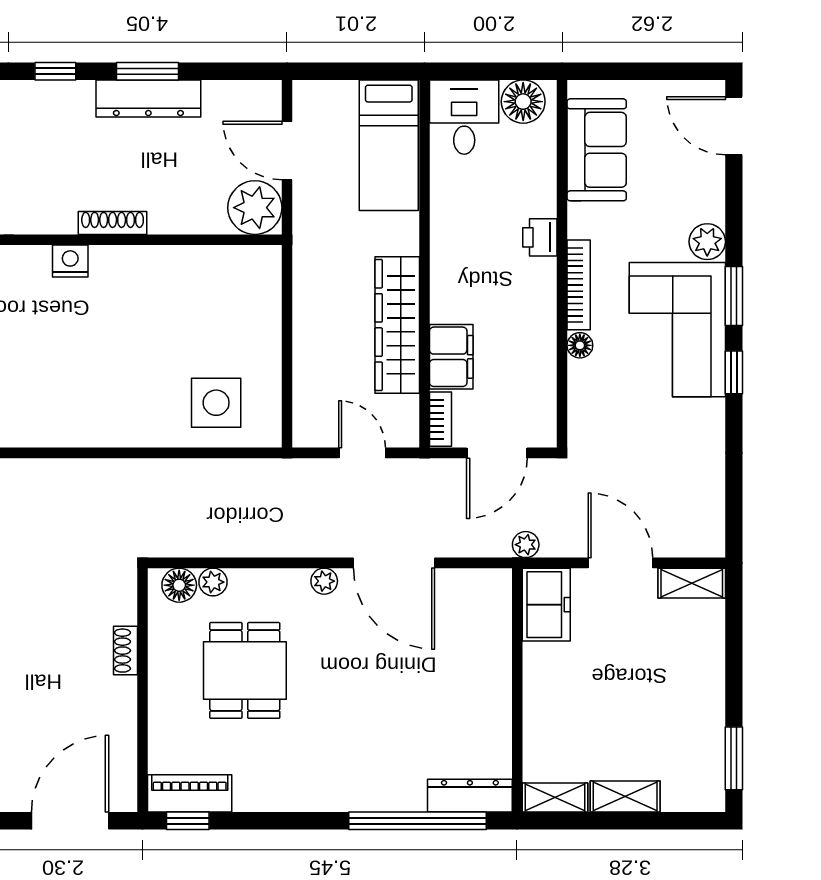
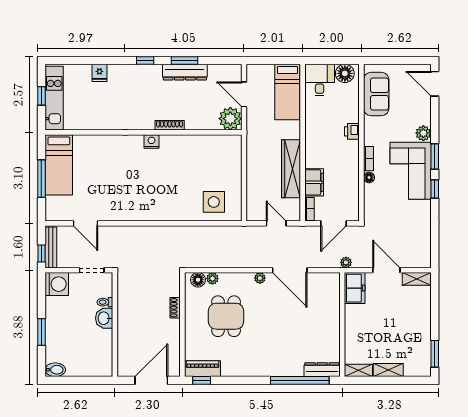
bookcase: (579, 285) -> (368, 159), width x0.64

